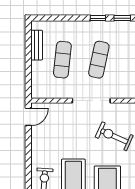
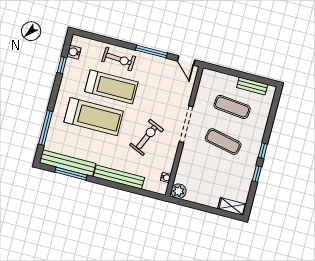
window: (28, 154) -> (151, 51), added

